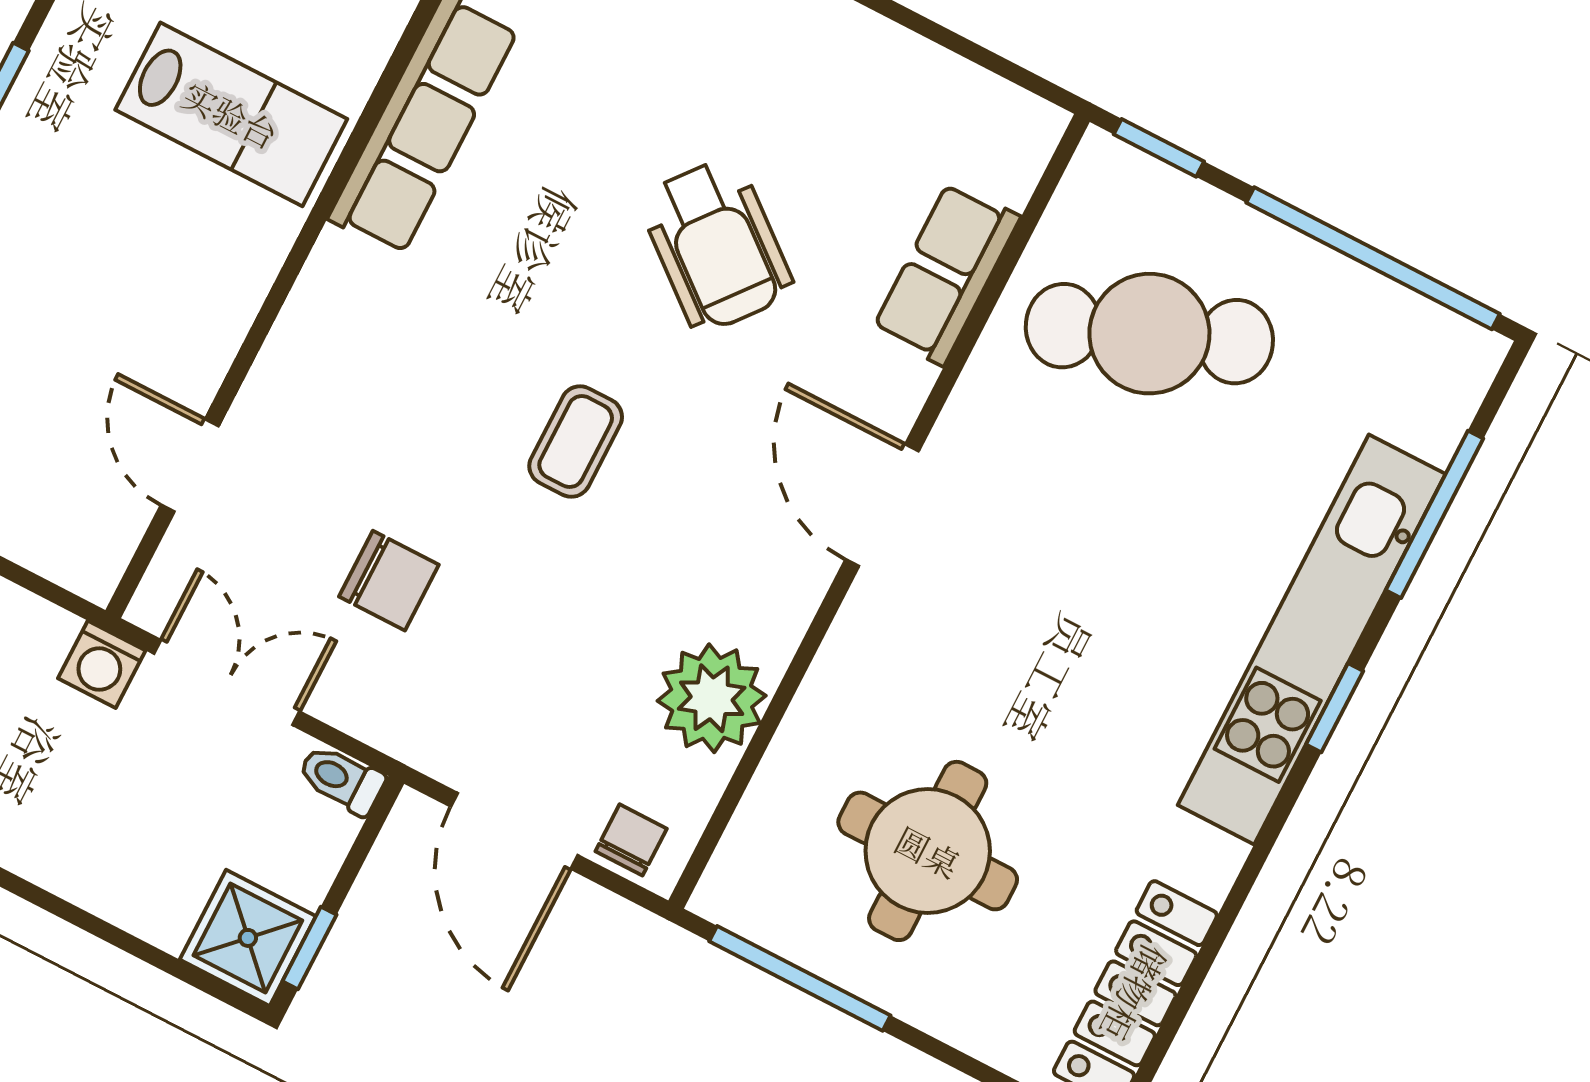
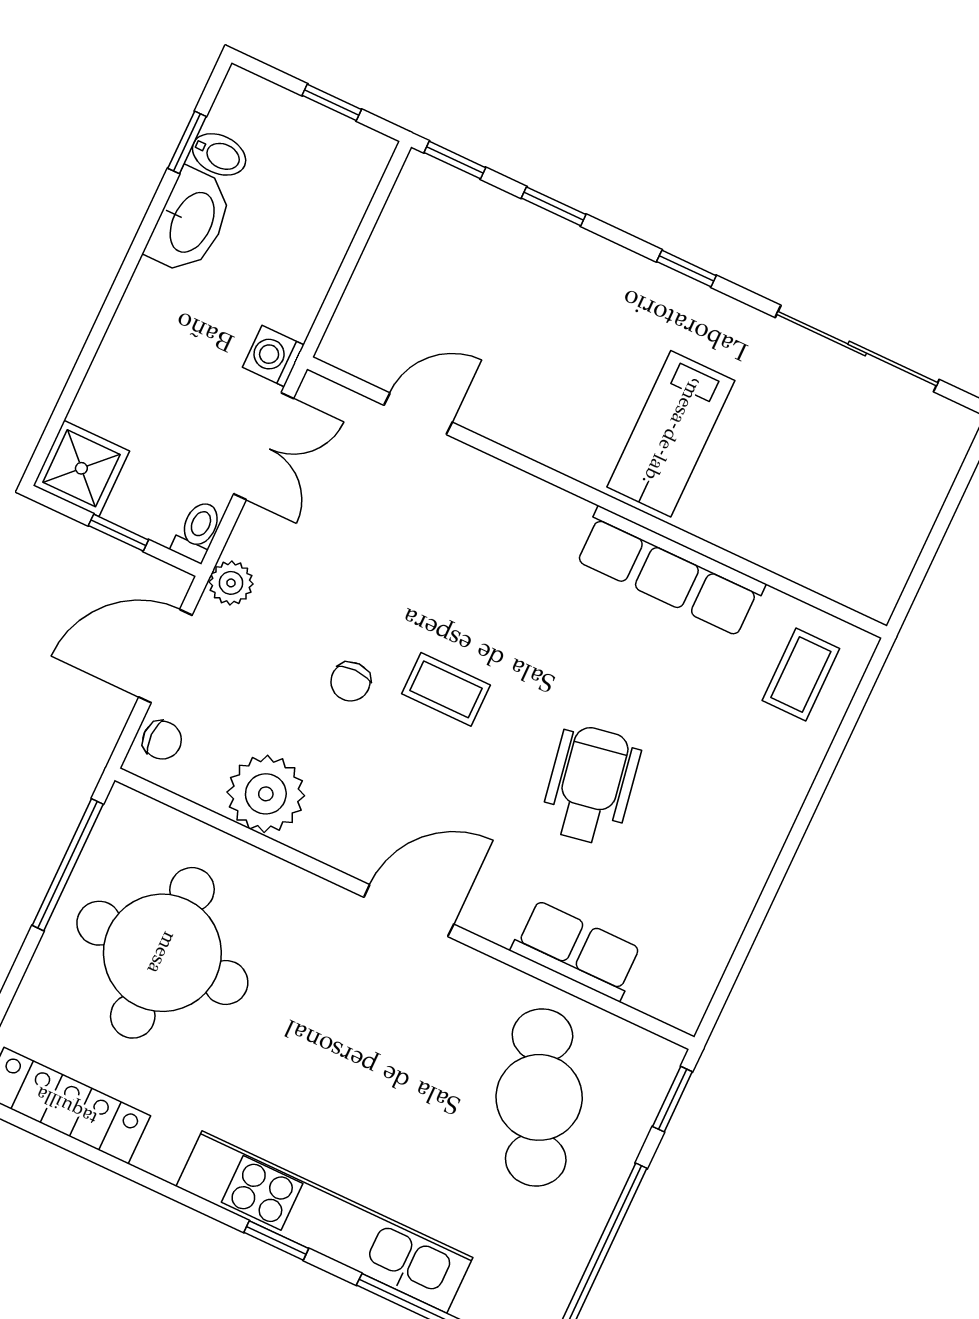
wheelchair: (716, 245) -> (591, 785), turned 131
chair: (389, 581) -> (351, 682), moved, width x0.73, depth x0.73
plant: (416, 736) -> (231, 583), added
round table: (928, 851) -> (162, 953), width x1.36, depth x1.36
window: (309, 948) -> (118, 533), moved

